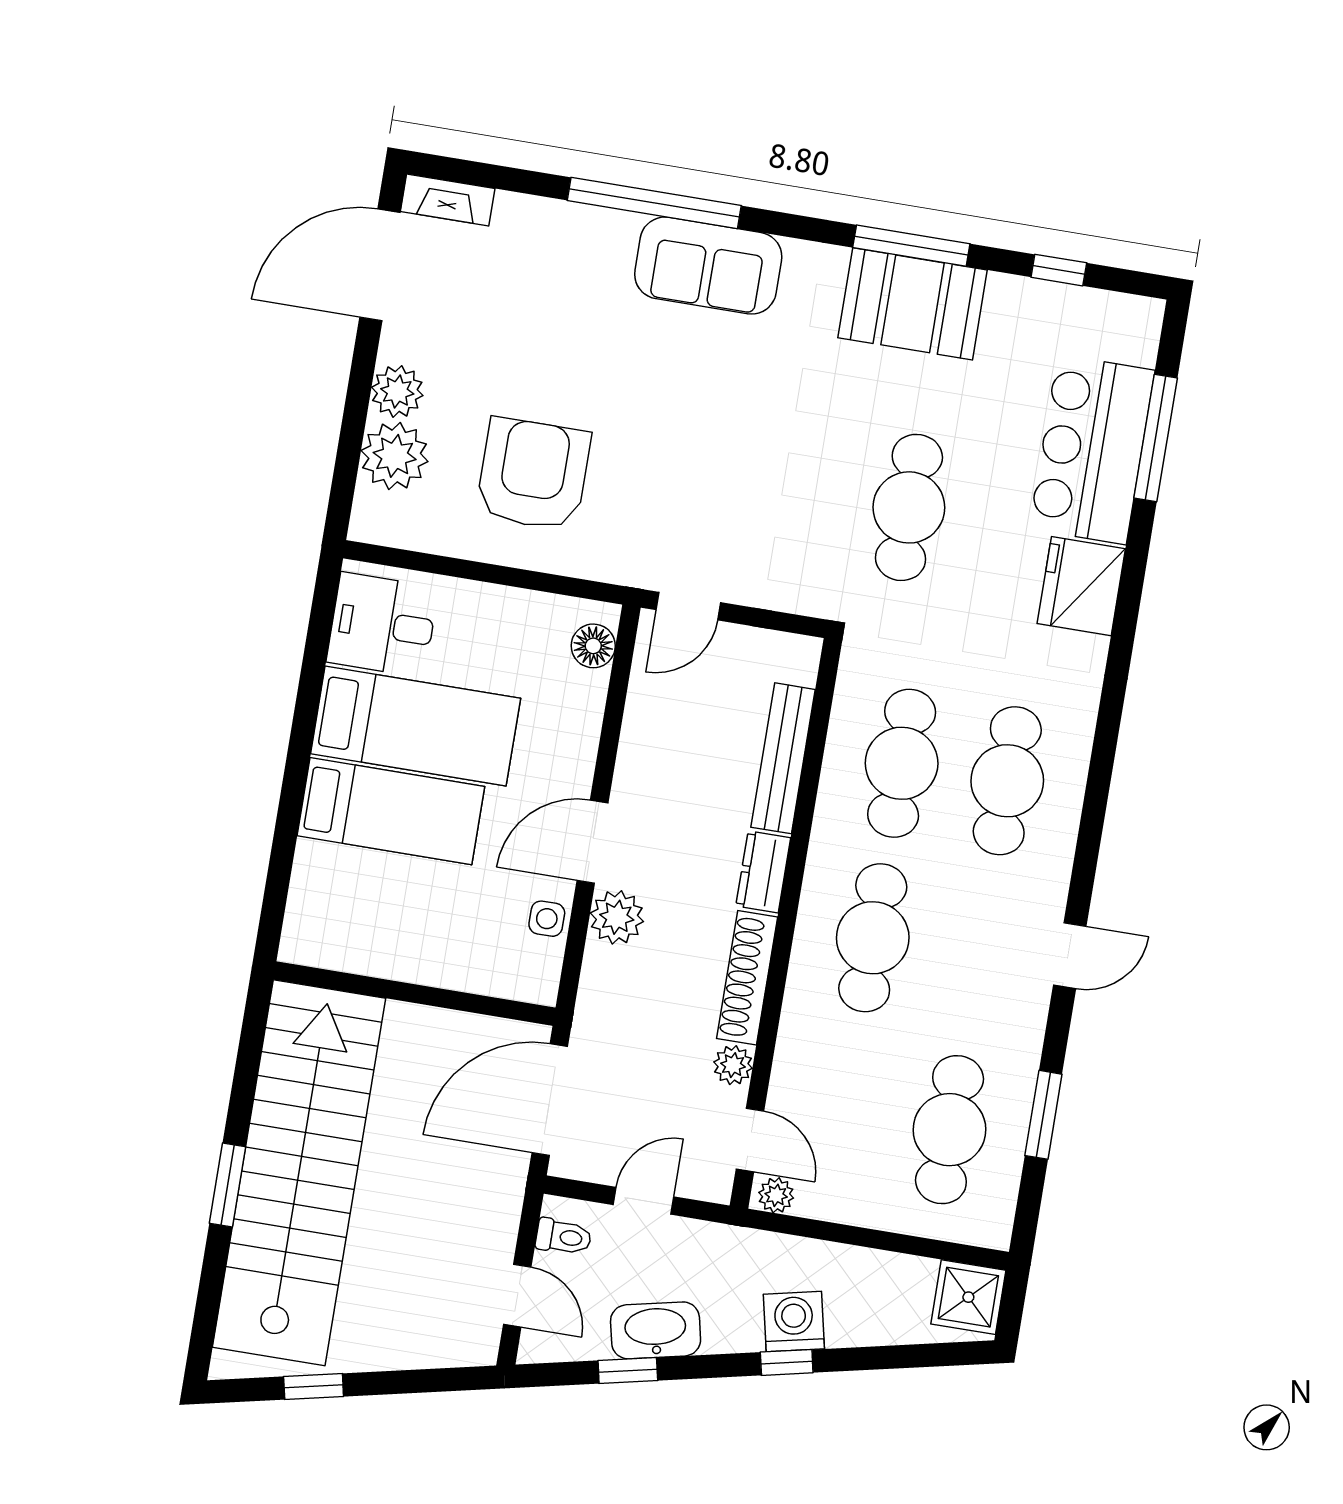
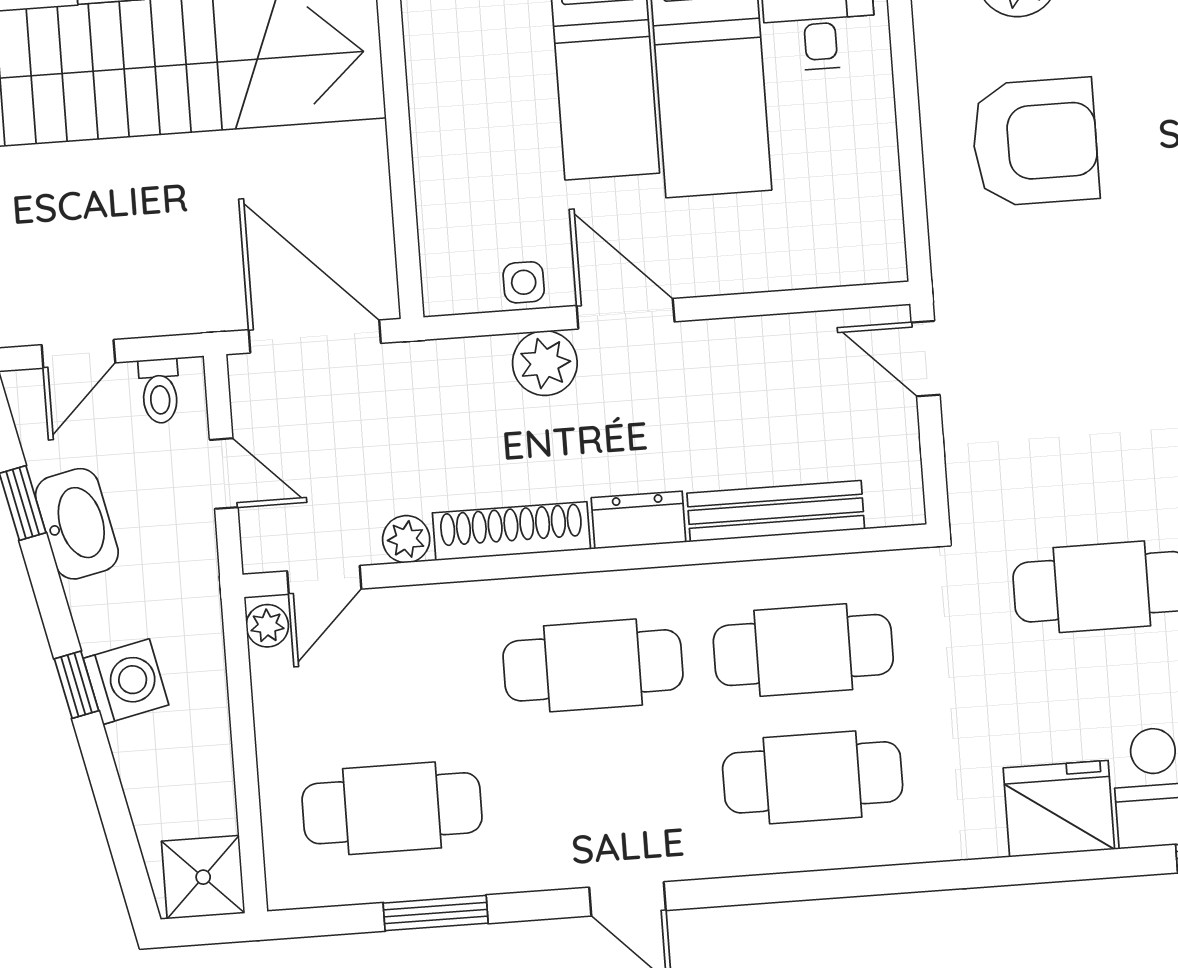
floor lamp: (593, 646) -> (853, 260), removed

